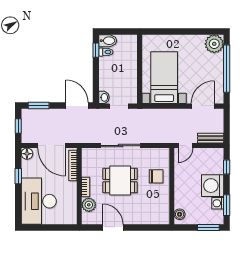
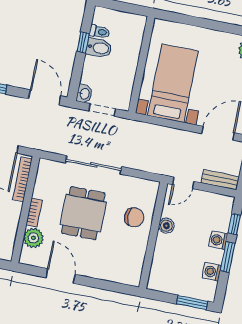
bidet: (108, 41) -> (99, 48), moved
window: (96, 50) -> (83, 42), moved
dining table: (120, 181) -> (83, 213), turned 90
washing machine: (213, 186) -> (218, 240), width x0.53, depth x0.53
window: (227, 205) -> (228, 257), moved
boiler: (180, 214) -> (166, 226), moved

